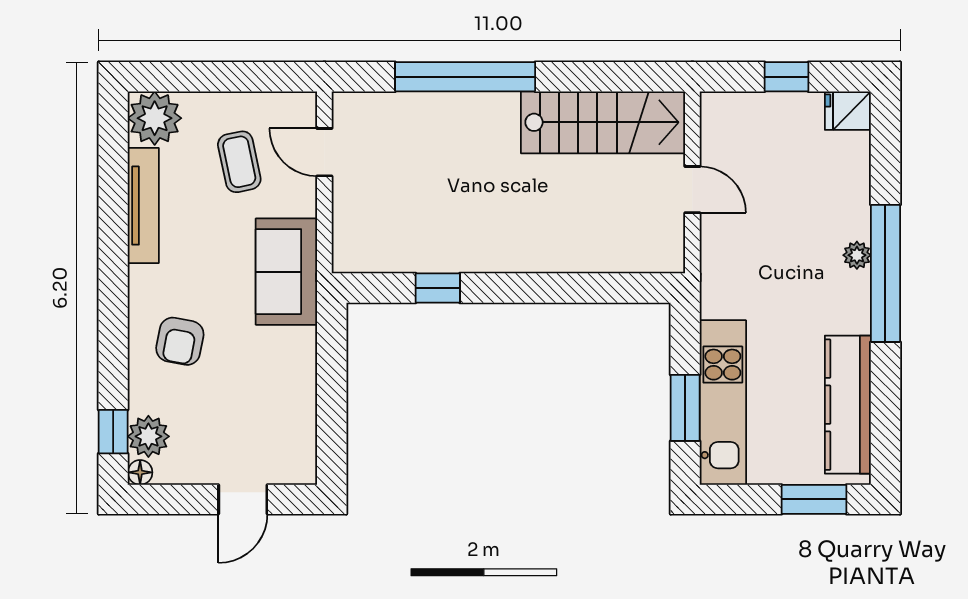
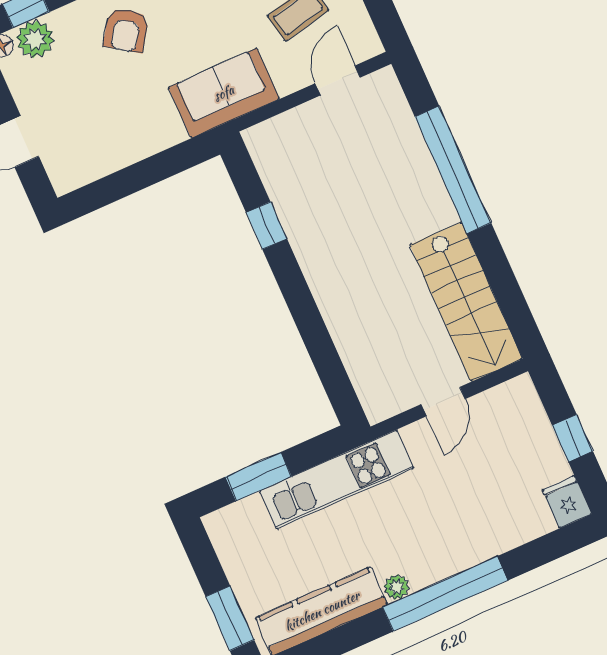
plant: (857, 255) -> (397, 587), moved
armchair: (180, 341) -> (126, 30), turned -67
kitchen unit: (723, 402) -> (337, 480), moved

